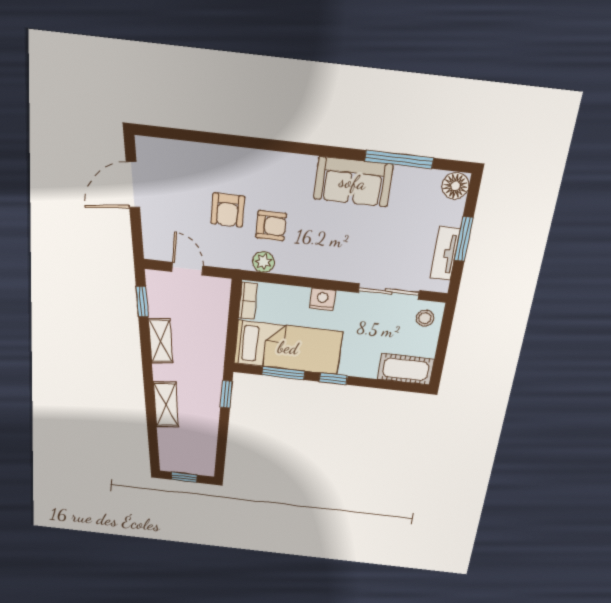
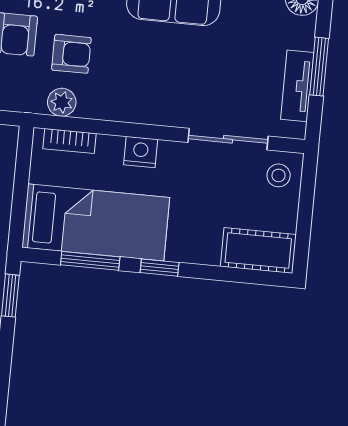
bookcase: (248, 301) -> (70, 141), moved, turned 90

